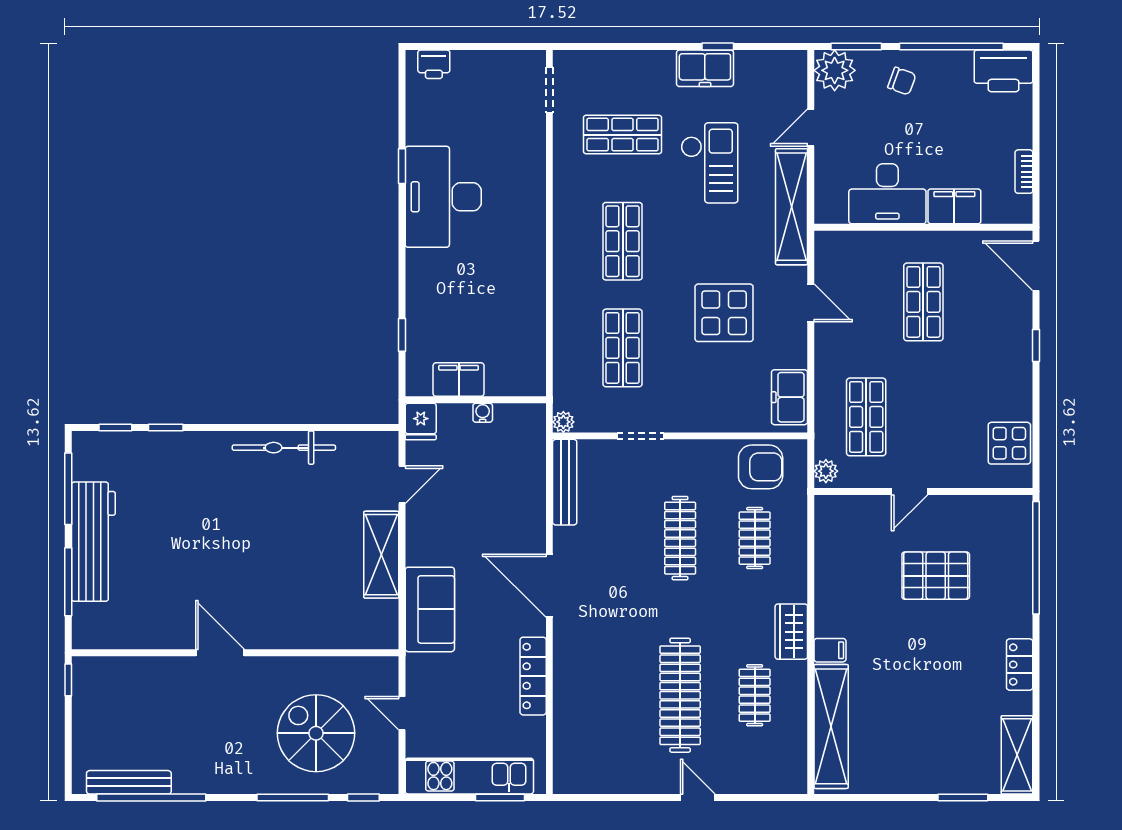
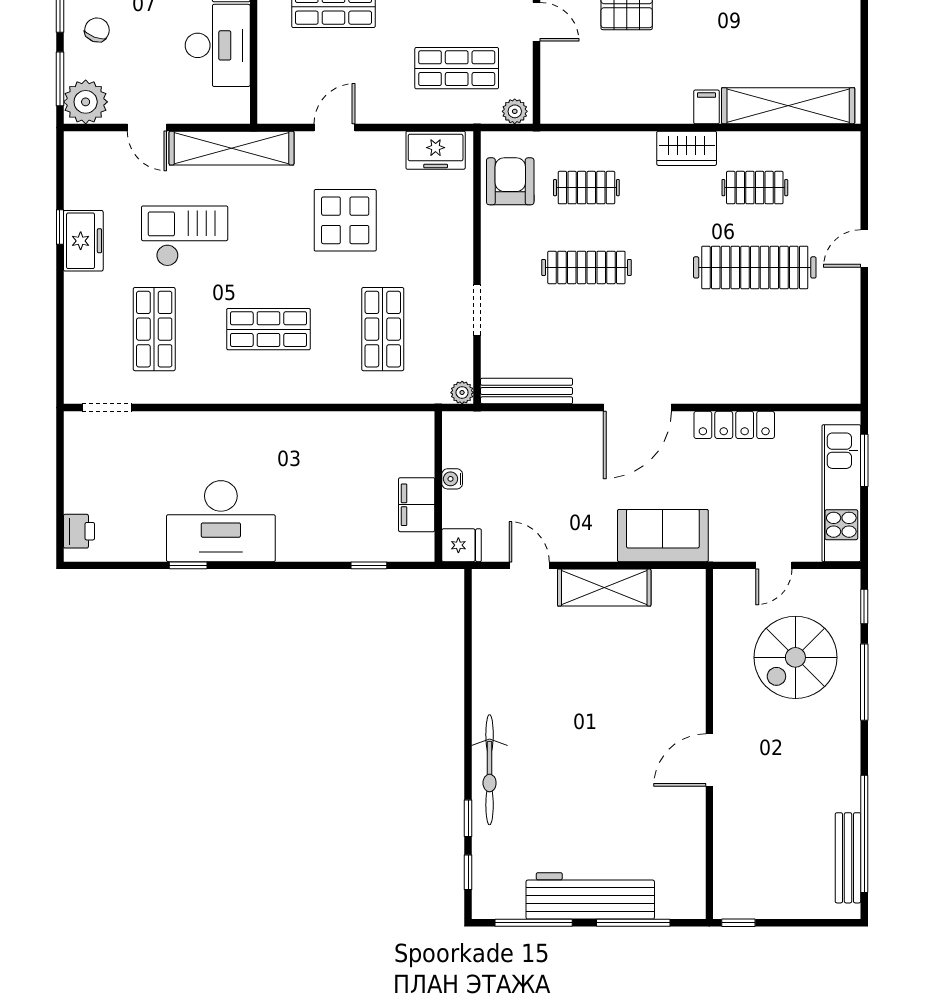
shop shelf: (623, 348) -> (383, 329), turned 90
bicycle: (284, 448) -> (490, 770), moved

